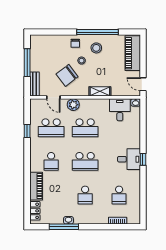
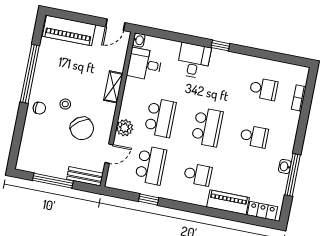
stool: (96, 48) -> (52, 80), removed
desk: (129, 159) -> (194, 61), moved

